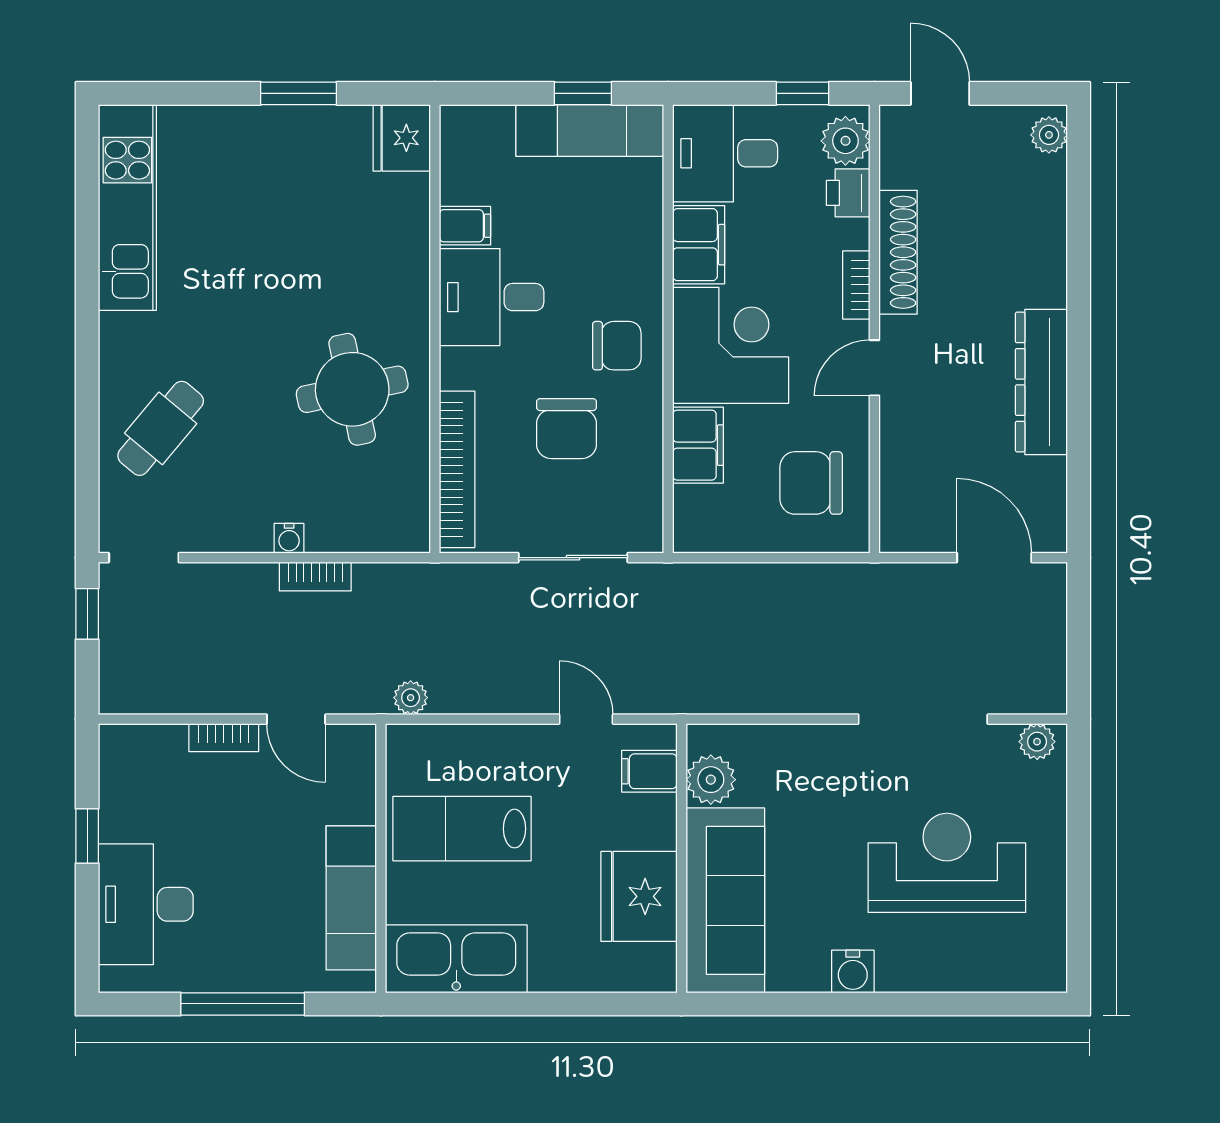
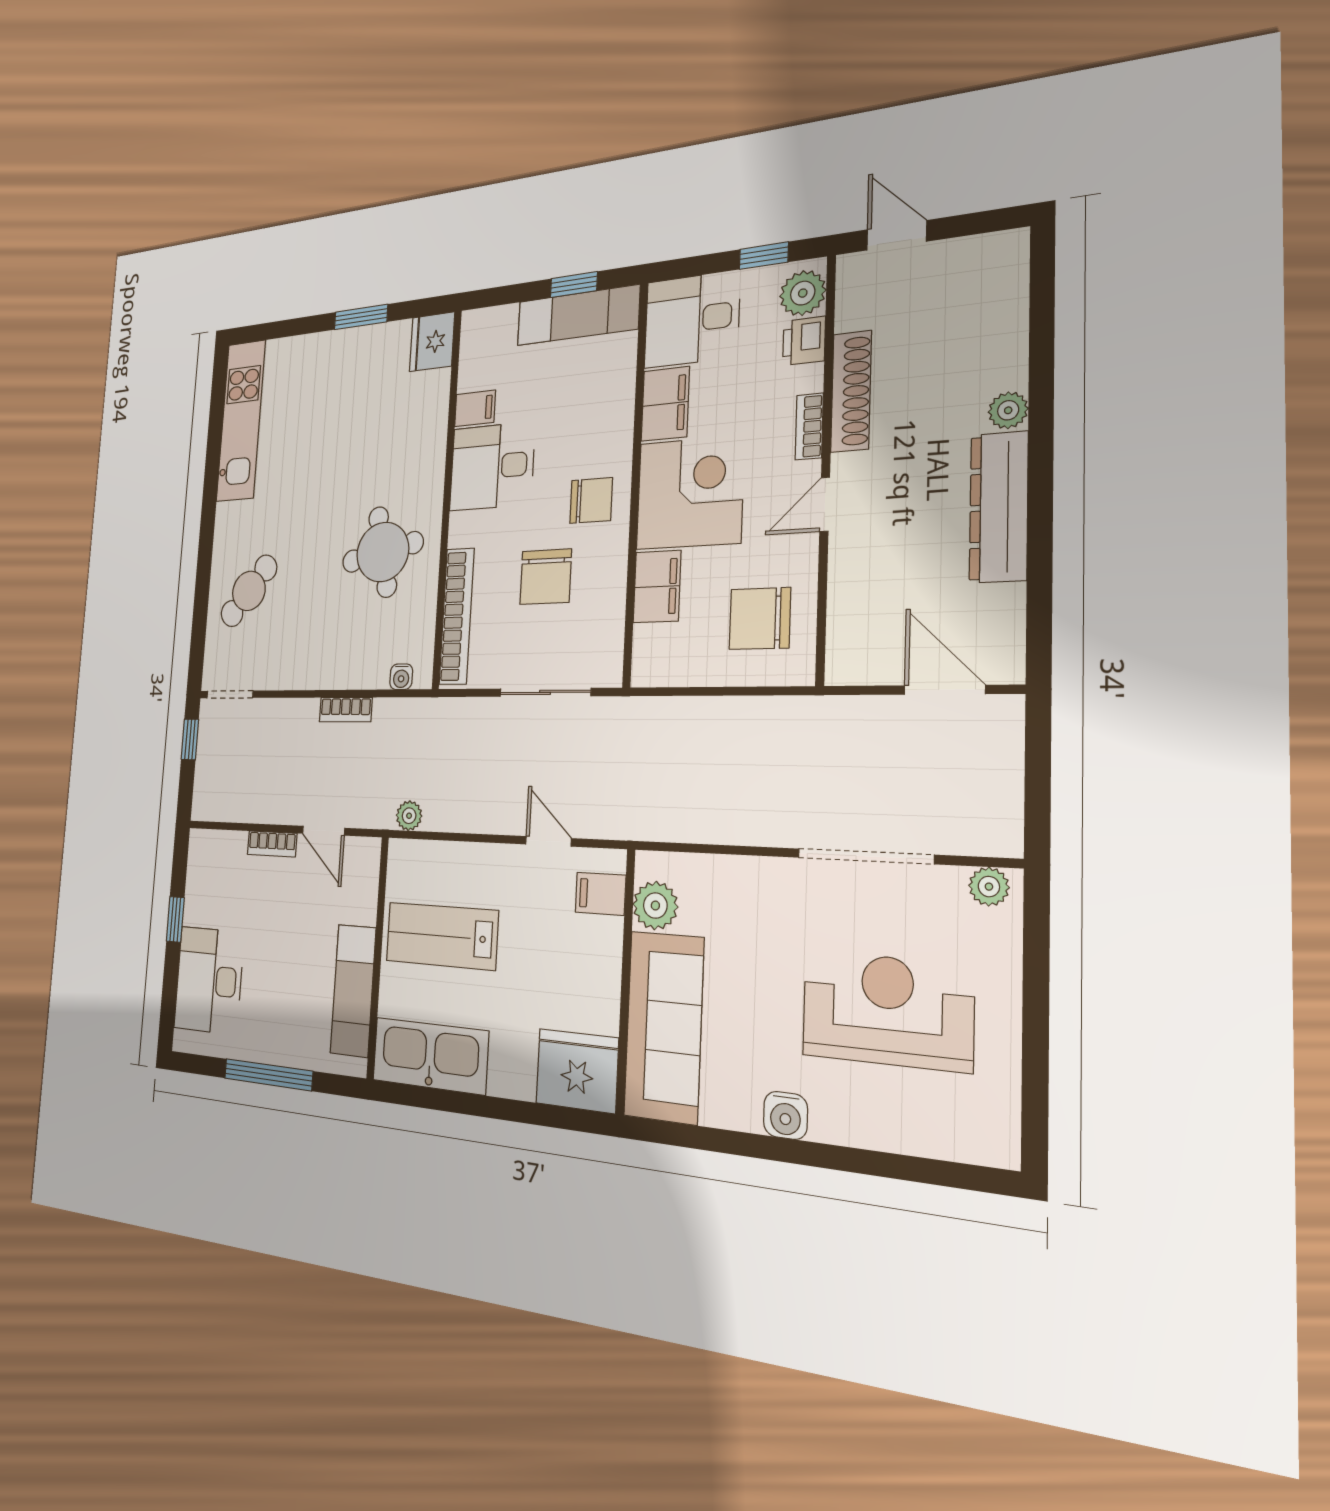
plant: (1049, 135) -> (1008, 410), moved
water cooler: (289, 538) -> (401, 677), moved
fridge: (639, 896) -> (577, 1071), moved, turned 90

